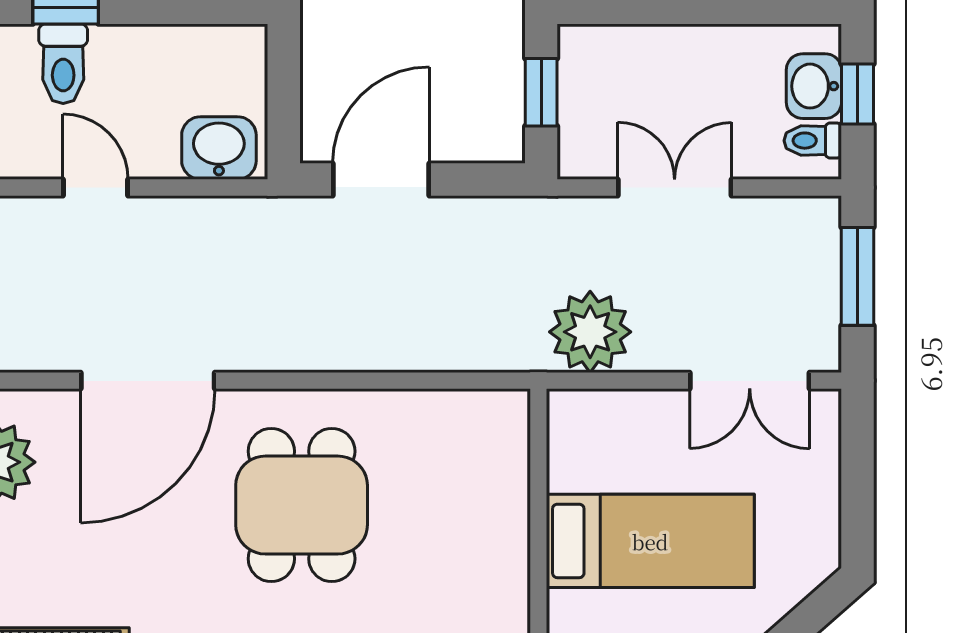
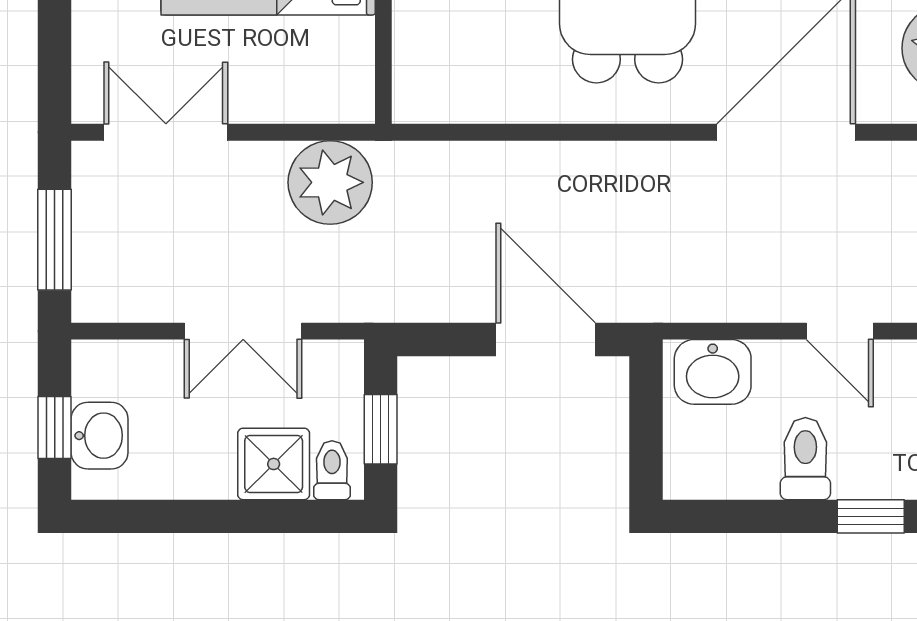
shower: (645, 59) -> (274, 464), added
toilet: (63, 64) -> (805, 459), moved
toilet: (813, 141) -> (332, 470), moved, turned -90
door: (381, 179) -> (546, 339), swing flipped

